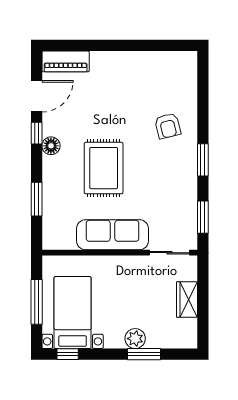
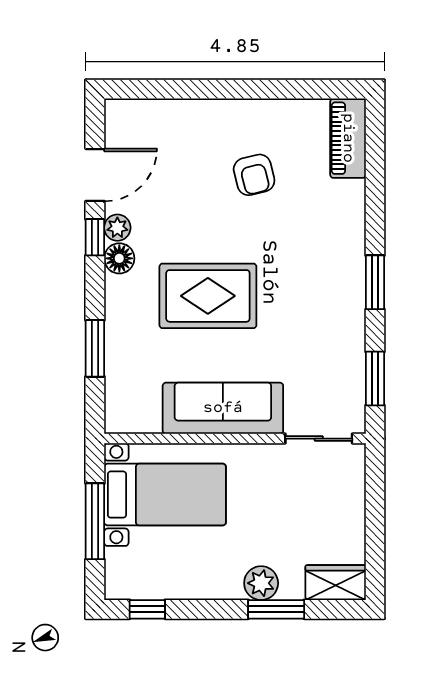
piano: (66, 61) -> (348, 138), moved, turned 90
armchair: (168, 126) -> (254, 175), moved
plant: (50, 128) -> (117, 228), added
rug: (104, 168) -> (208, 296), turned 90
wardrobe: (187, 299) -> (336, 583), moved, turned 90
bed with nightstands: (73, 313) -> (165, 495), moved, turned 90

